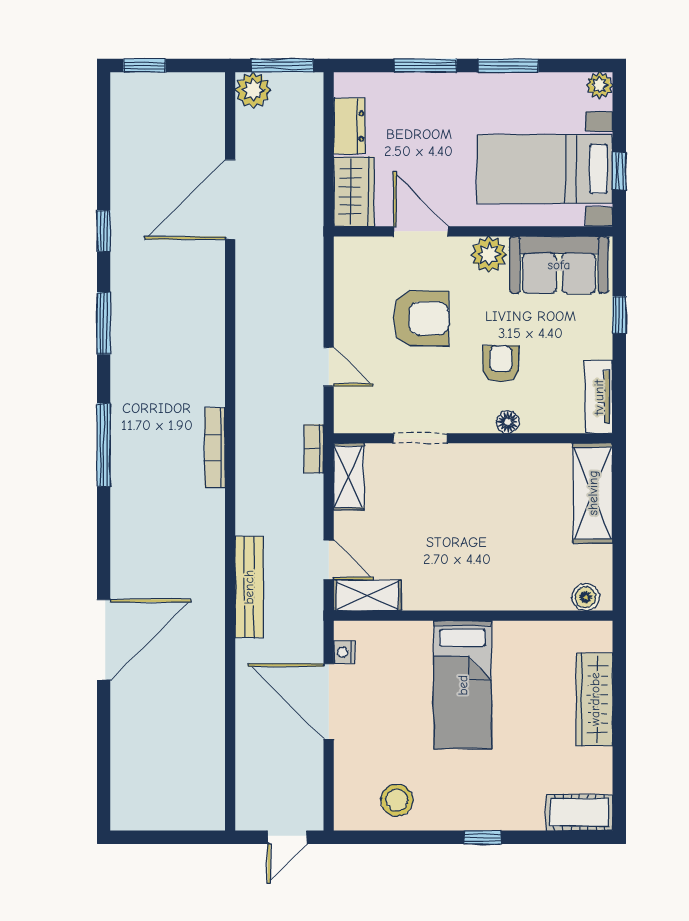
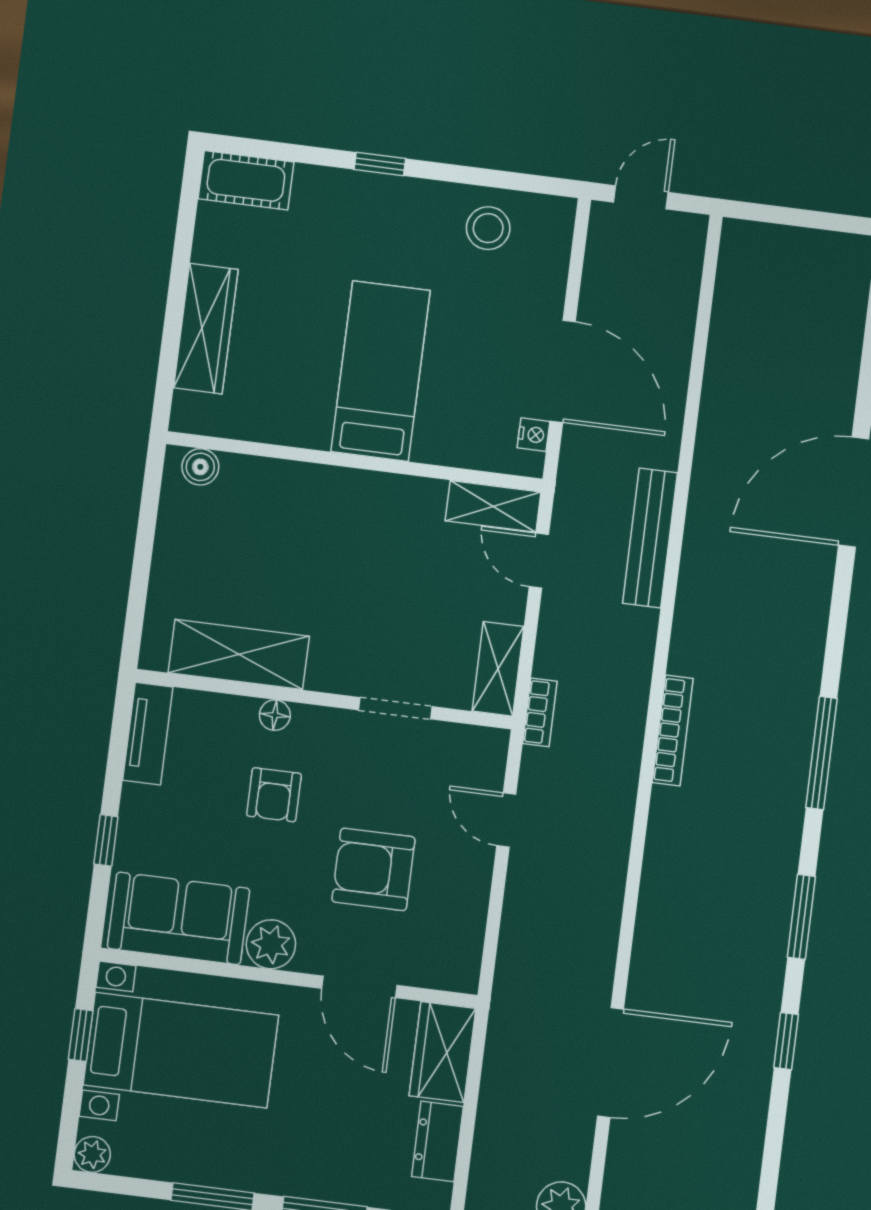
shelving: (593, 493) -> (239, 654), moved, turned 90

